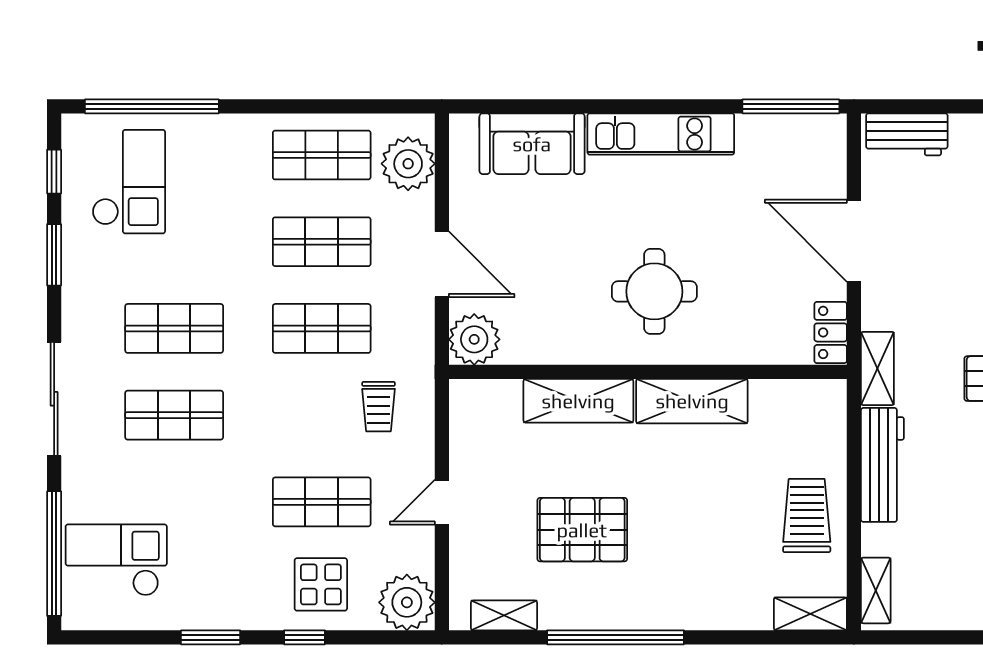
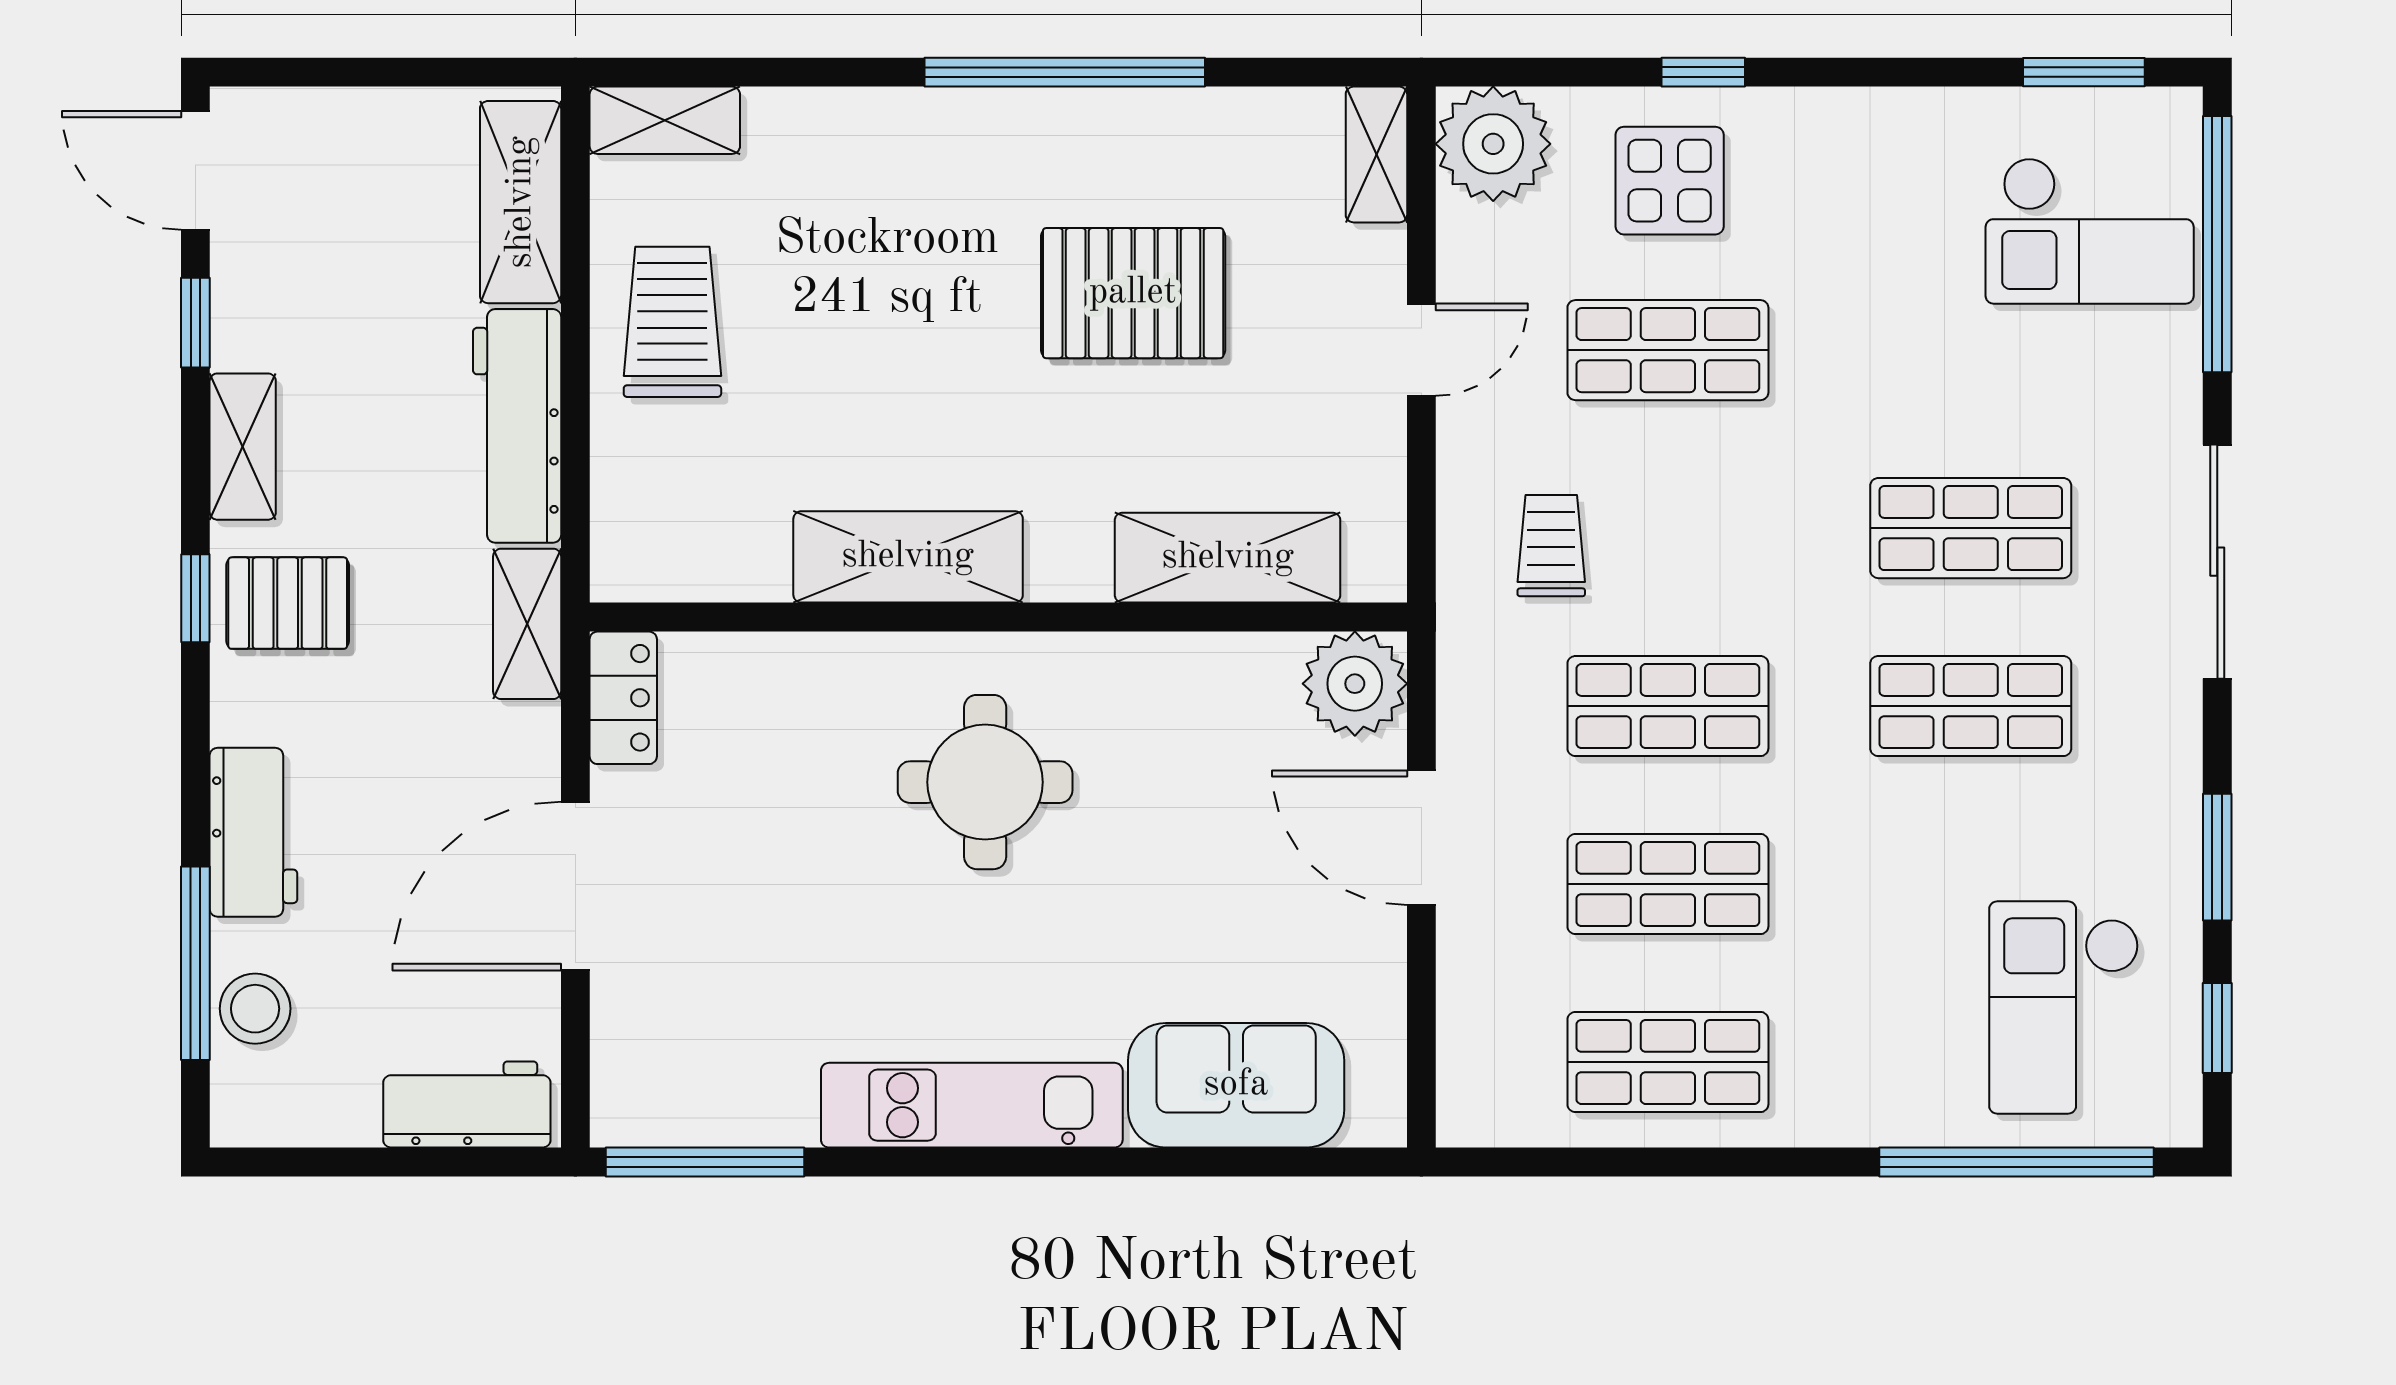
plant: (408, 164) -> (1490, 1044), removed
door: (854, 241) -> (575, 886), swing flipped
shelving: (578, 401) -> (1228, 558), moved
trolley: (807, 516) -> (672, 322), turned 180
shelving: (876, 590) -> (521, 202), width x1.50, depth x1.33
shelving: (504, 615) -> (1376, 155), moved, turned 90
window: (211, 637) -> (2084, 72), moved

